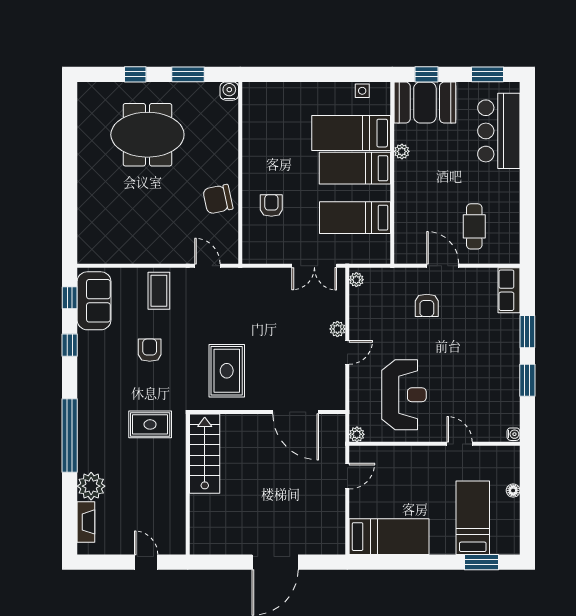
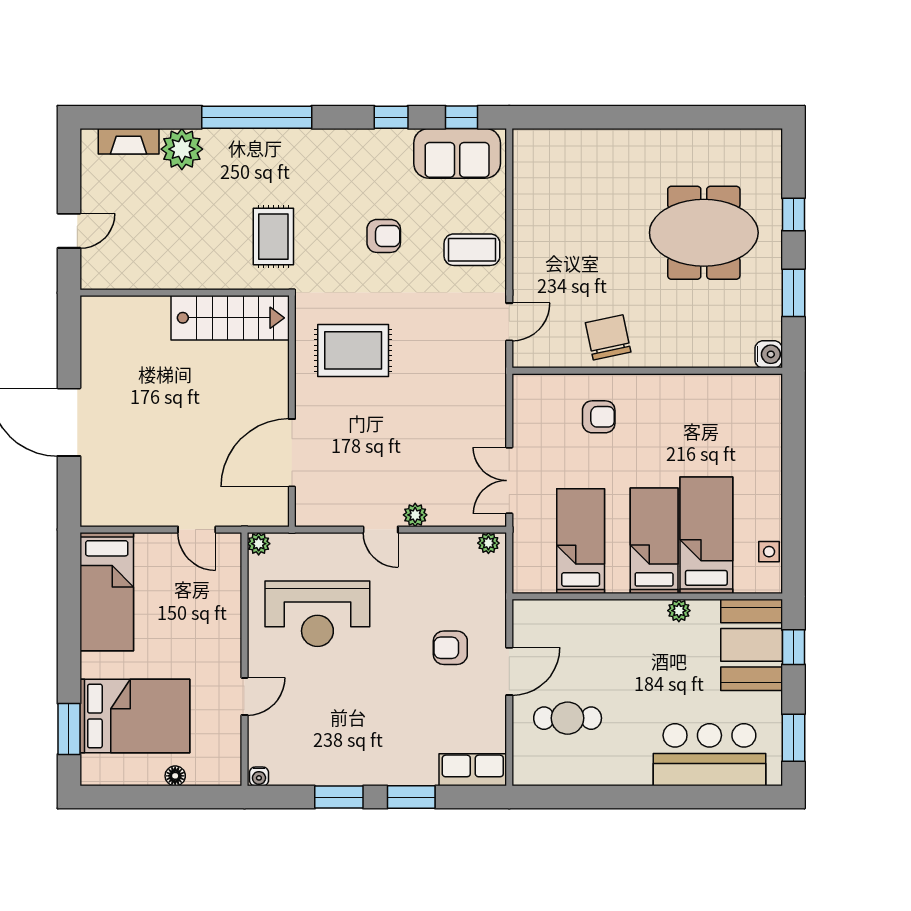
meeting table: (147, 135) -> (704, 233), turned 90
bed: (473, 518) -> (135, 716), width x1.50

